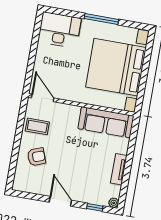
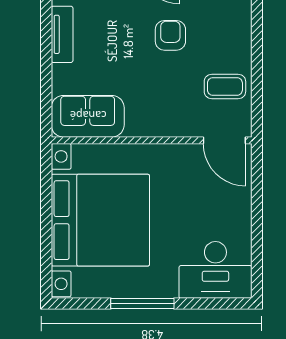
sofa: (106, 122) -> (88, 116), width x0.73
armchair: (36, 157) -> (170, 35), moved, turned 111

